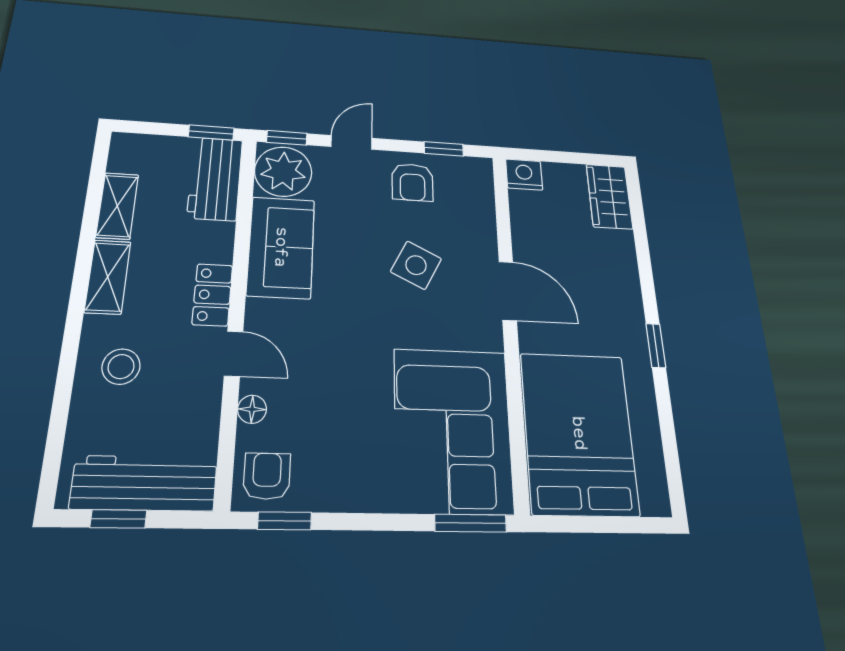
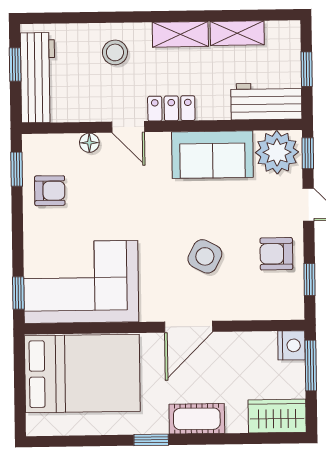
window: (211, 132) -> (307, 69), moved
window: (547, 156) -> (311, 366), added
cot: (623, 288) -> (197, 419), added
door: (234, 354) -> (128, 127), hinge flipped
armchair: (267, 476) -> (50, 191), moved
window: (471, 523) -> (18, 293), width x0.67

